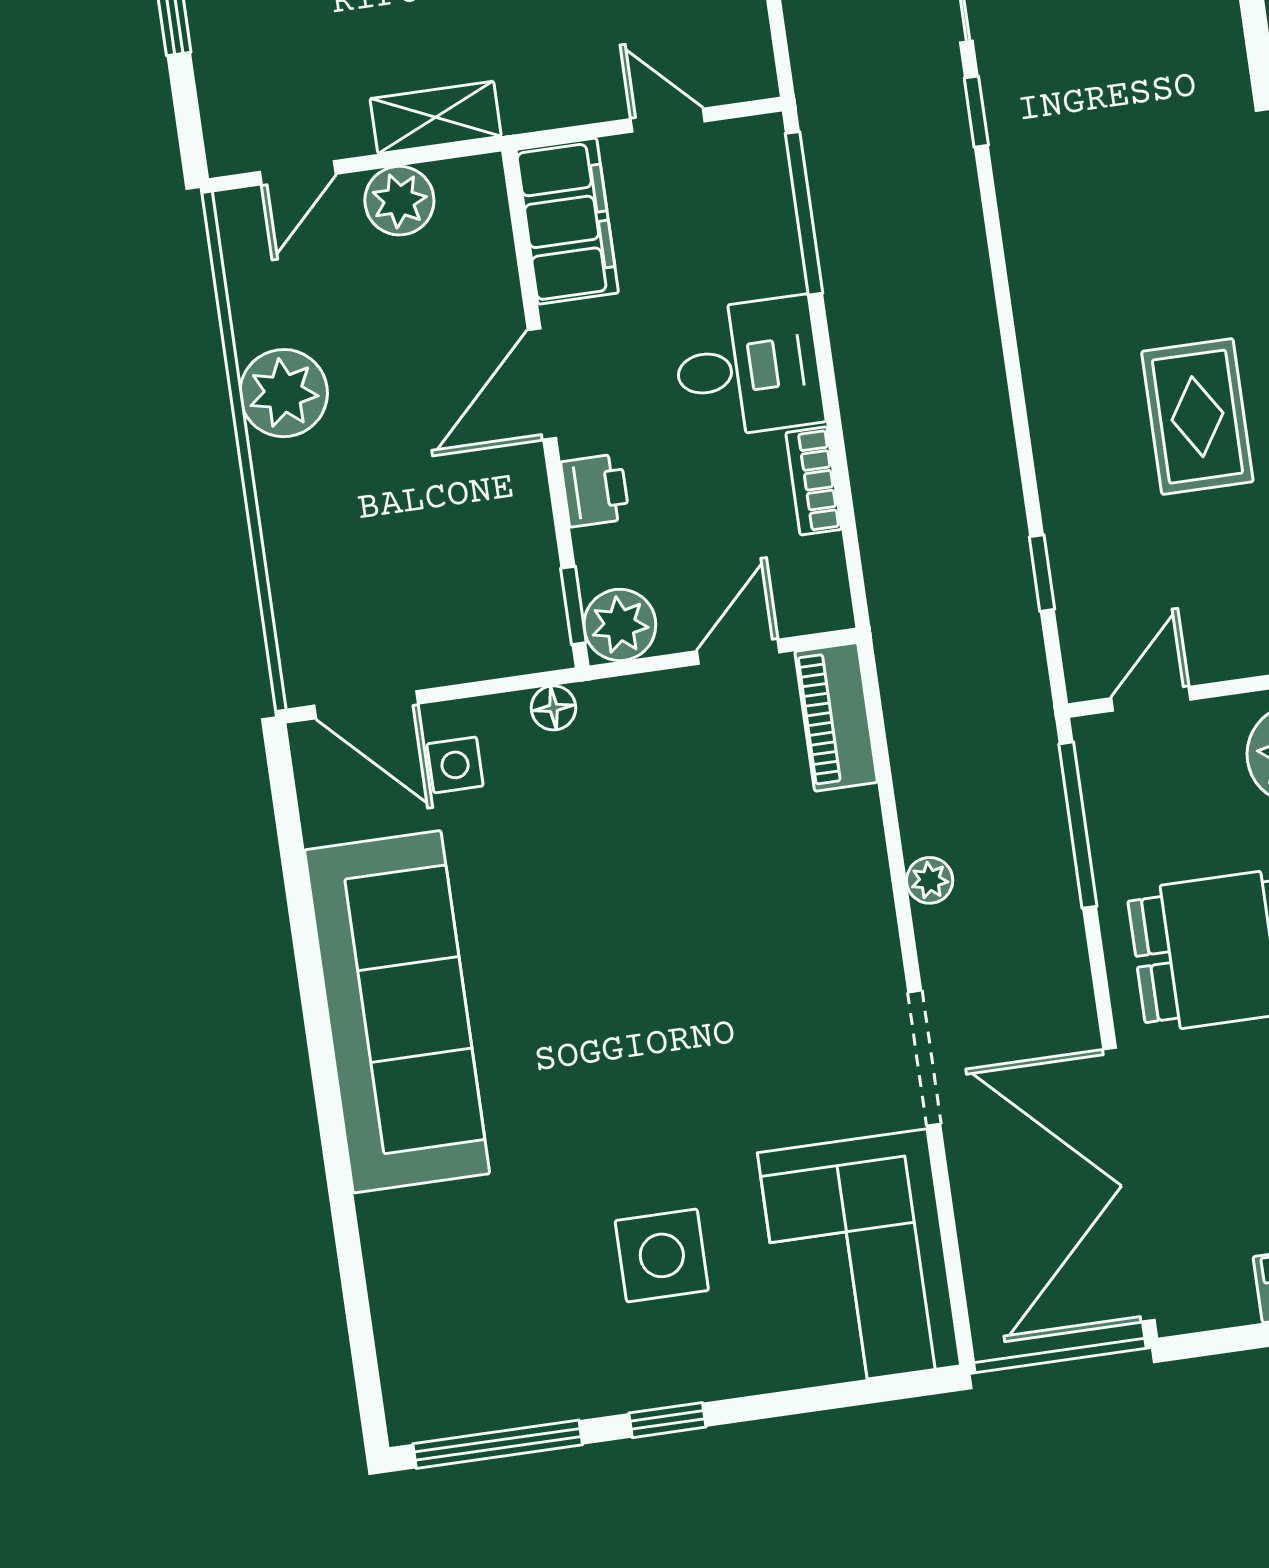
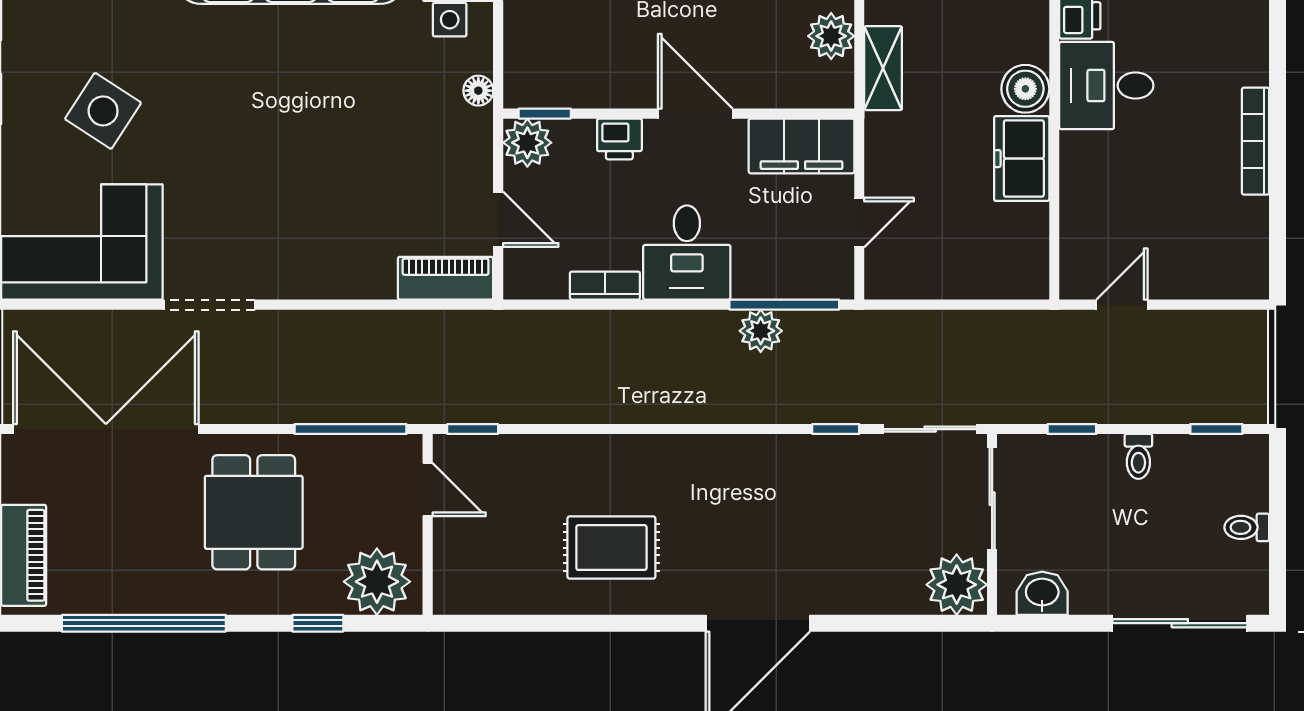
window: (1042, 573) -> (473, 429), moved
plant: (930, 880) -> (761, 331), moved, width x1.38, depth x1.38
side table: (662, 1255) -> (103, 111), turned 33

